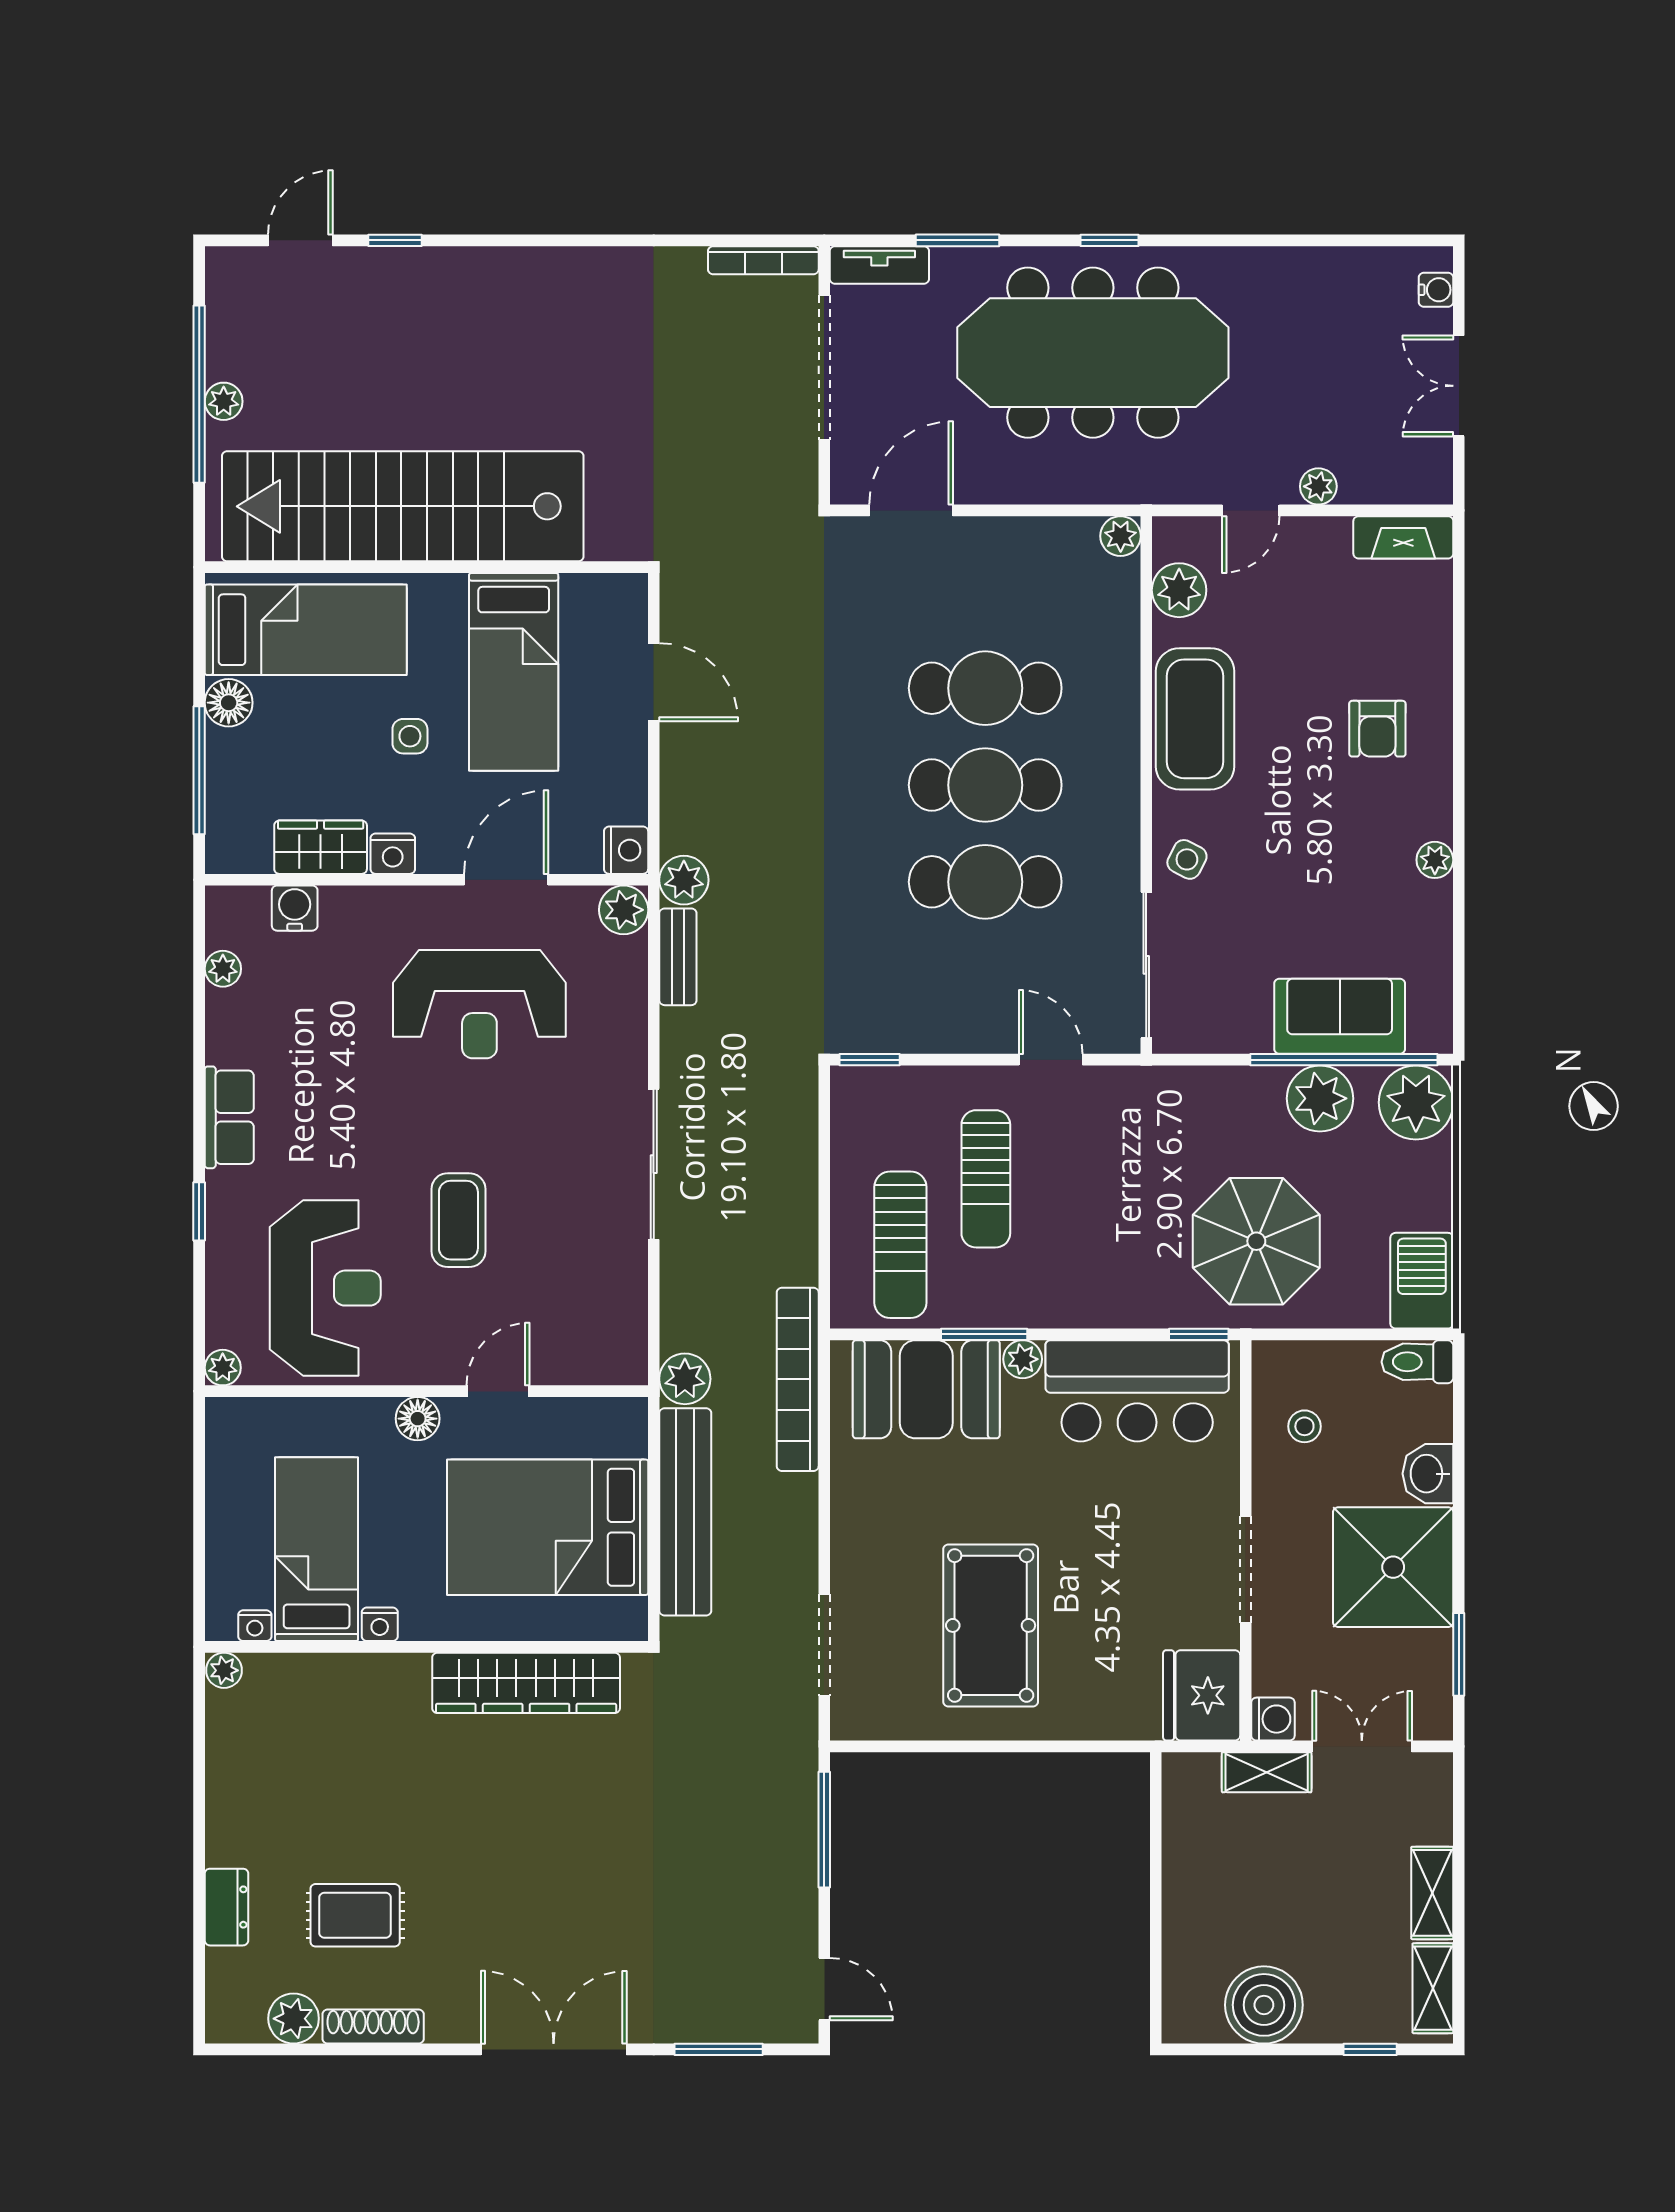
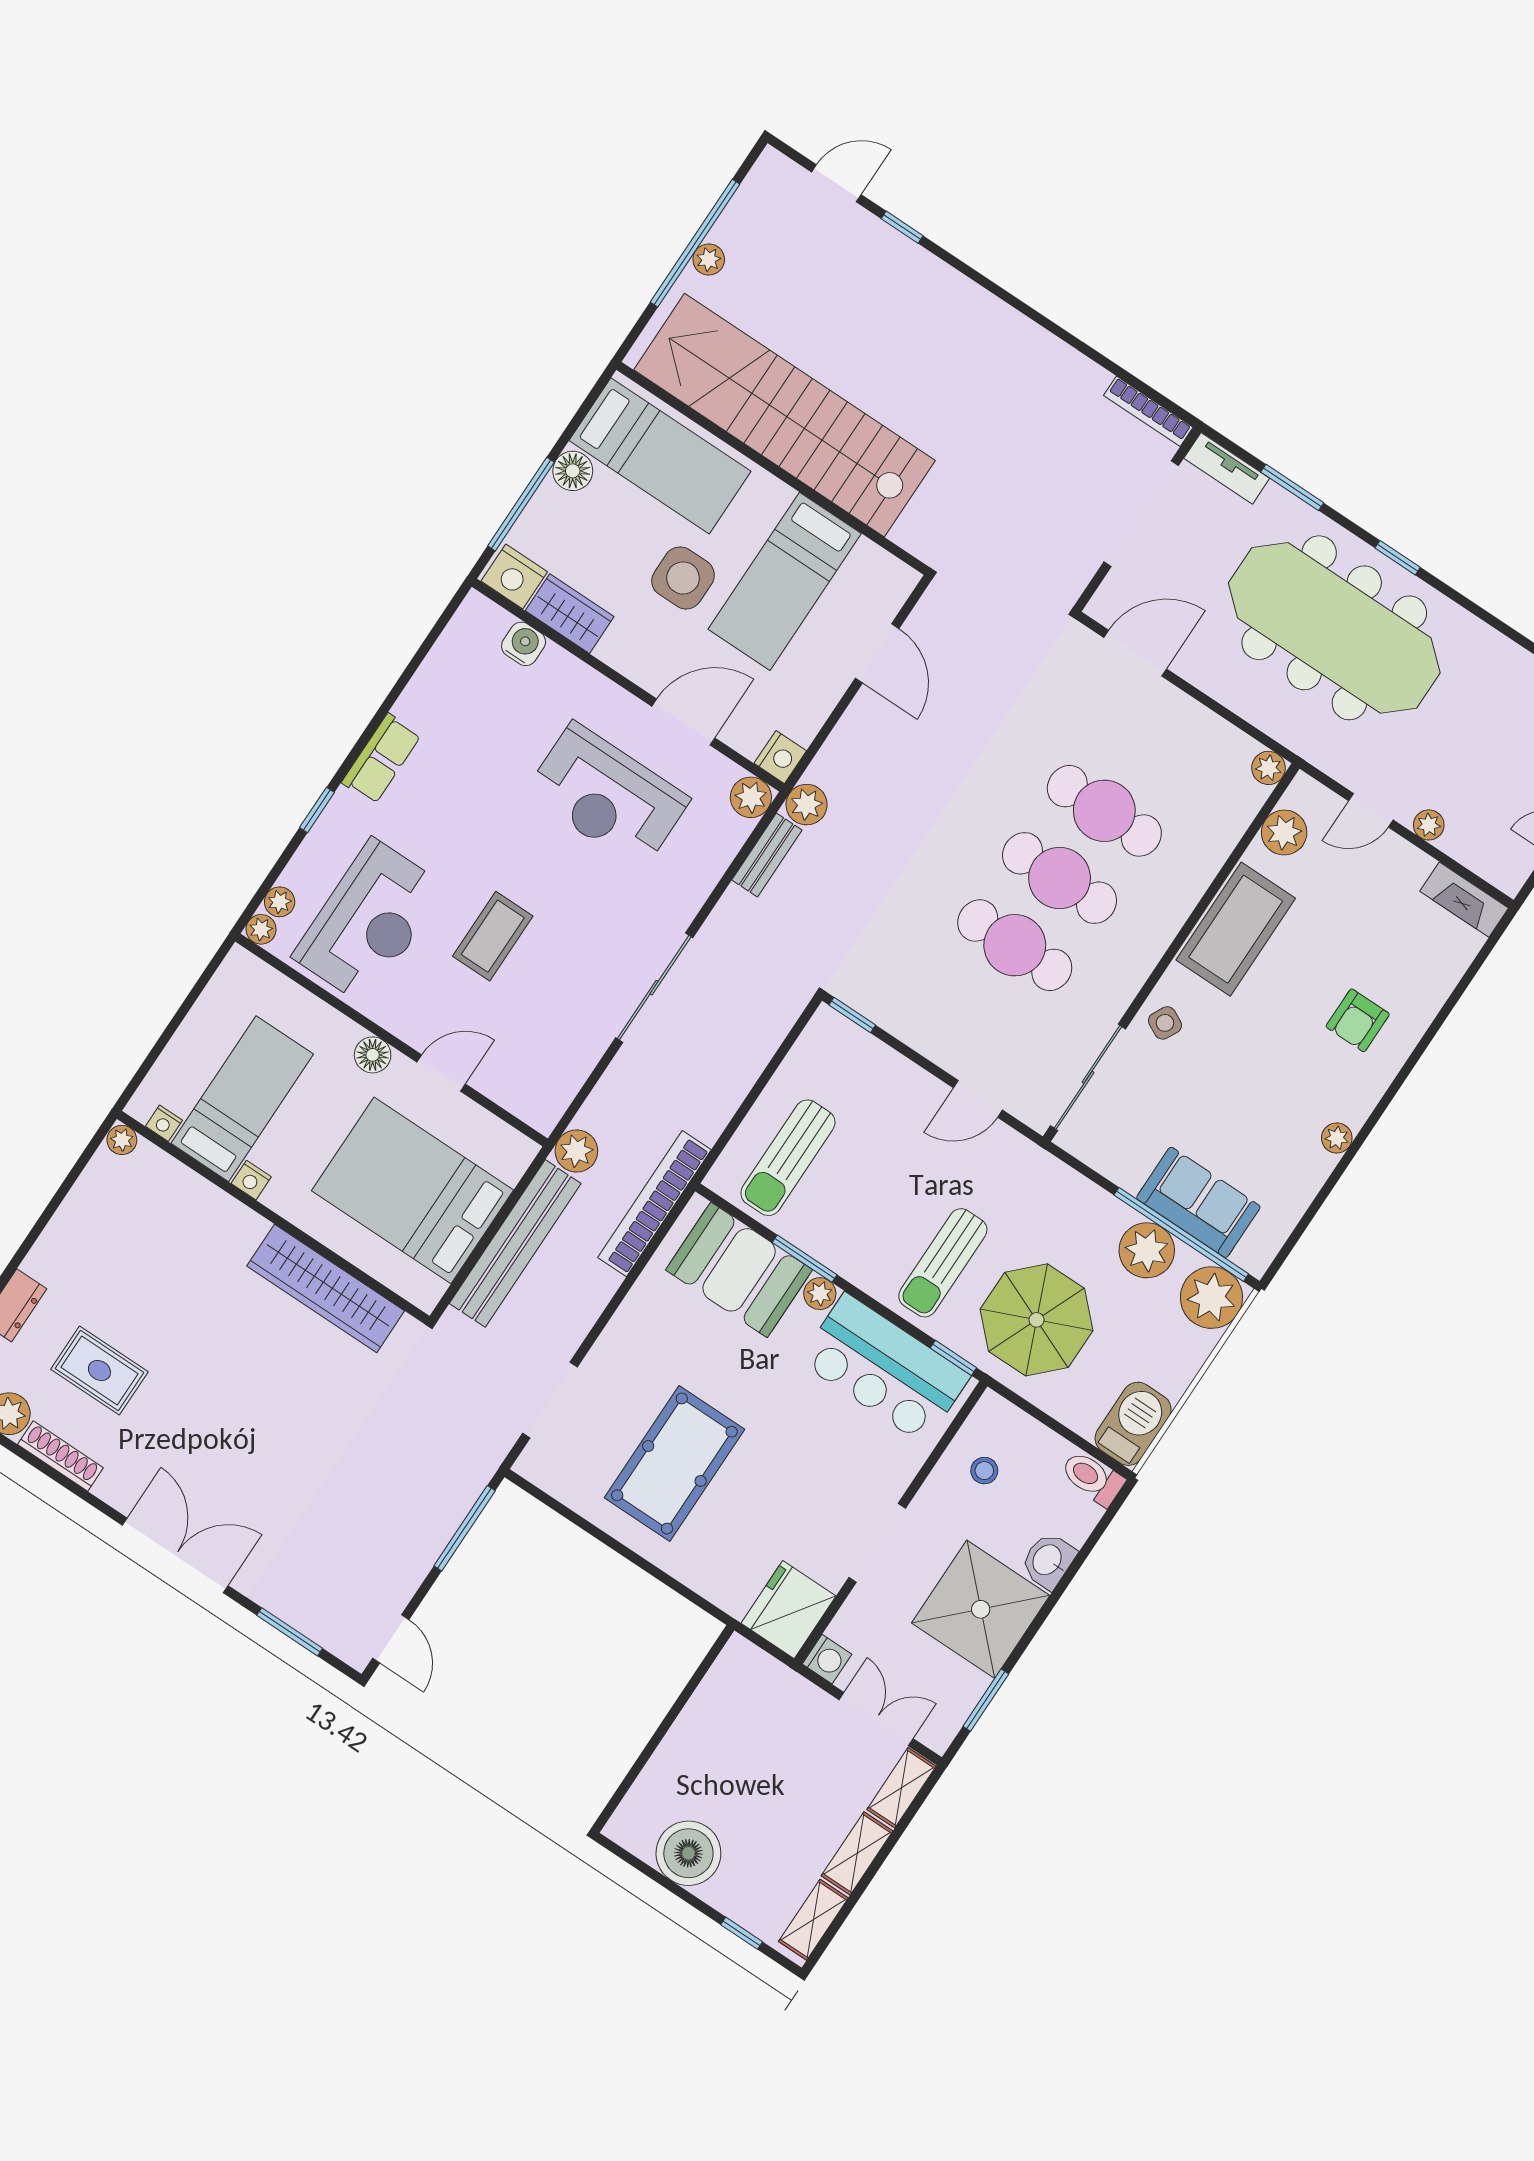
side table: (410, 736) -> (683, 578), width x1.87, depth x1.87
nightstand: (393, 854) -> (514, 576), moved, width x1.36, depth x1.33
plant: (223, 969) -> (280, 902), moved
door: (1051, 1060) -> (978, 1099), swing flipped
sun lounger: (986, 1179) -> (943, 1263), moved
shelving: (1267, 1772) -> (901, 1788), moved, turned 90

